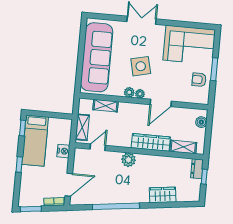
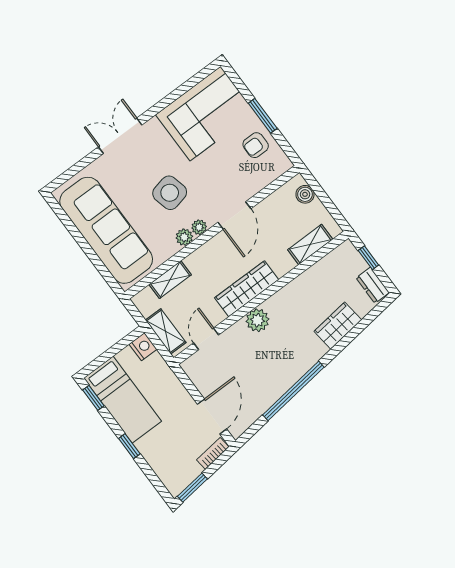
wardrobe: (151, 142) -> (247, 289), moved
nightstand: (63, 151) -> (143, 347), moved
dresser: (197, 169) -> (373, 285), moved

